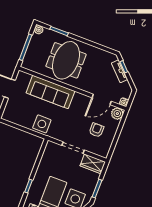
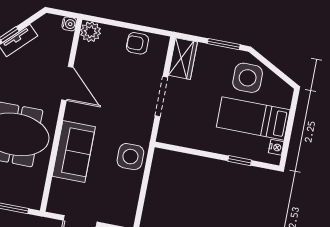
sofa: (50, 92) -> (74, 151), width x0.73
door: (102, 99) -> (67, 83), moved
armchair: (96, 130) -> (137, 43), moved

